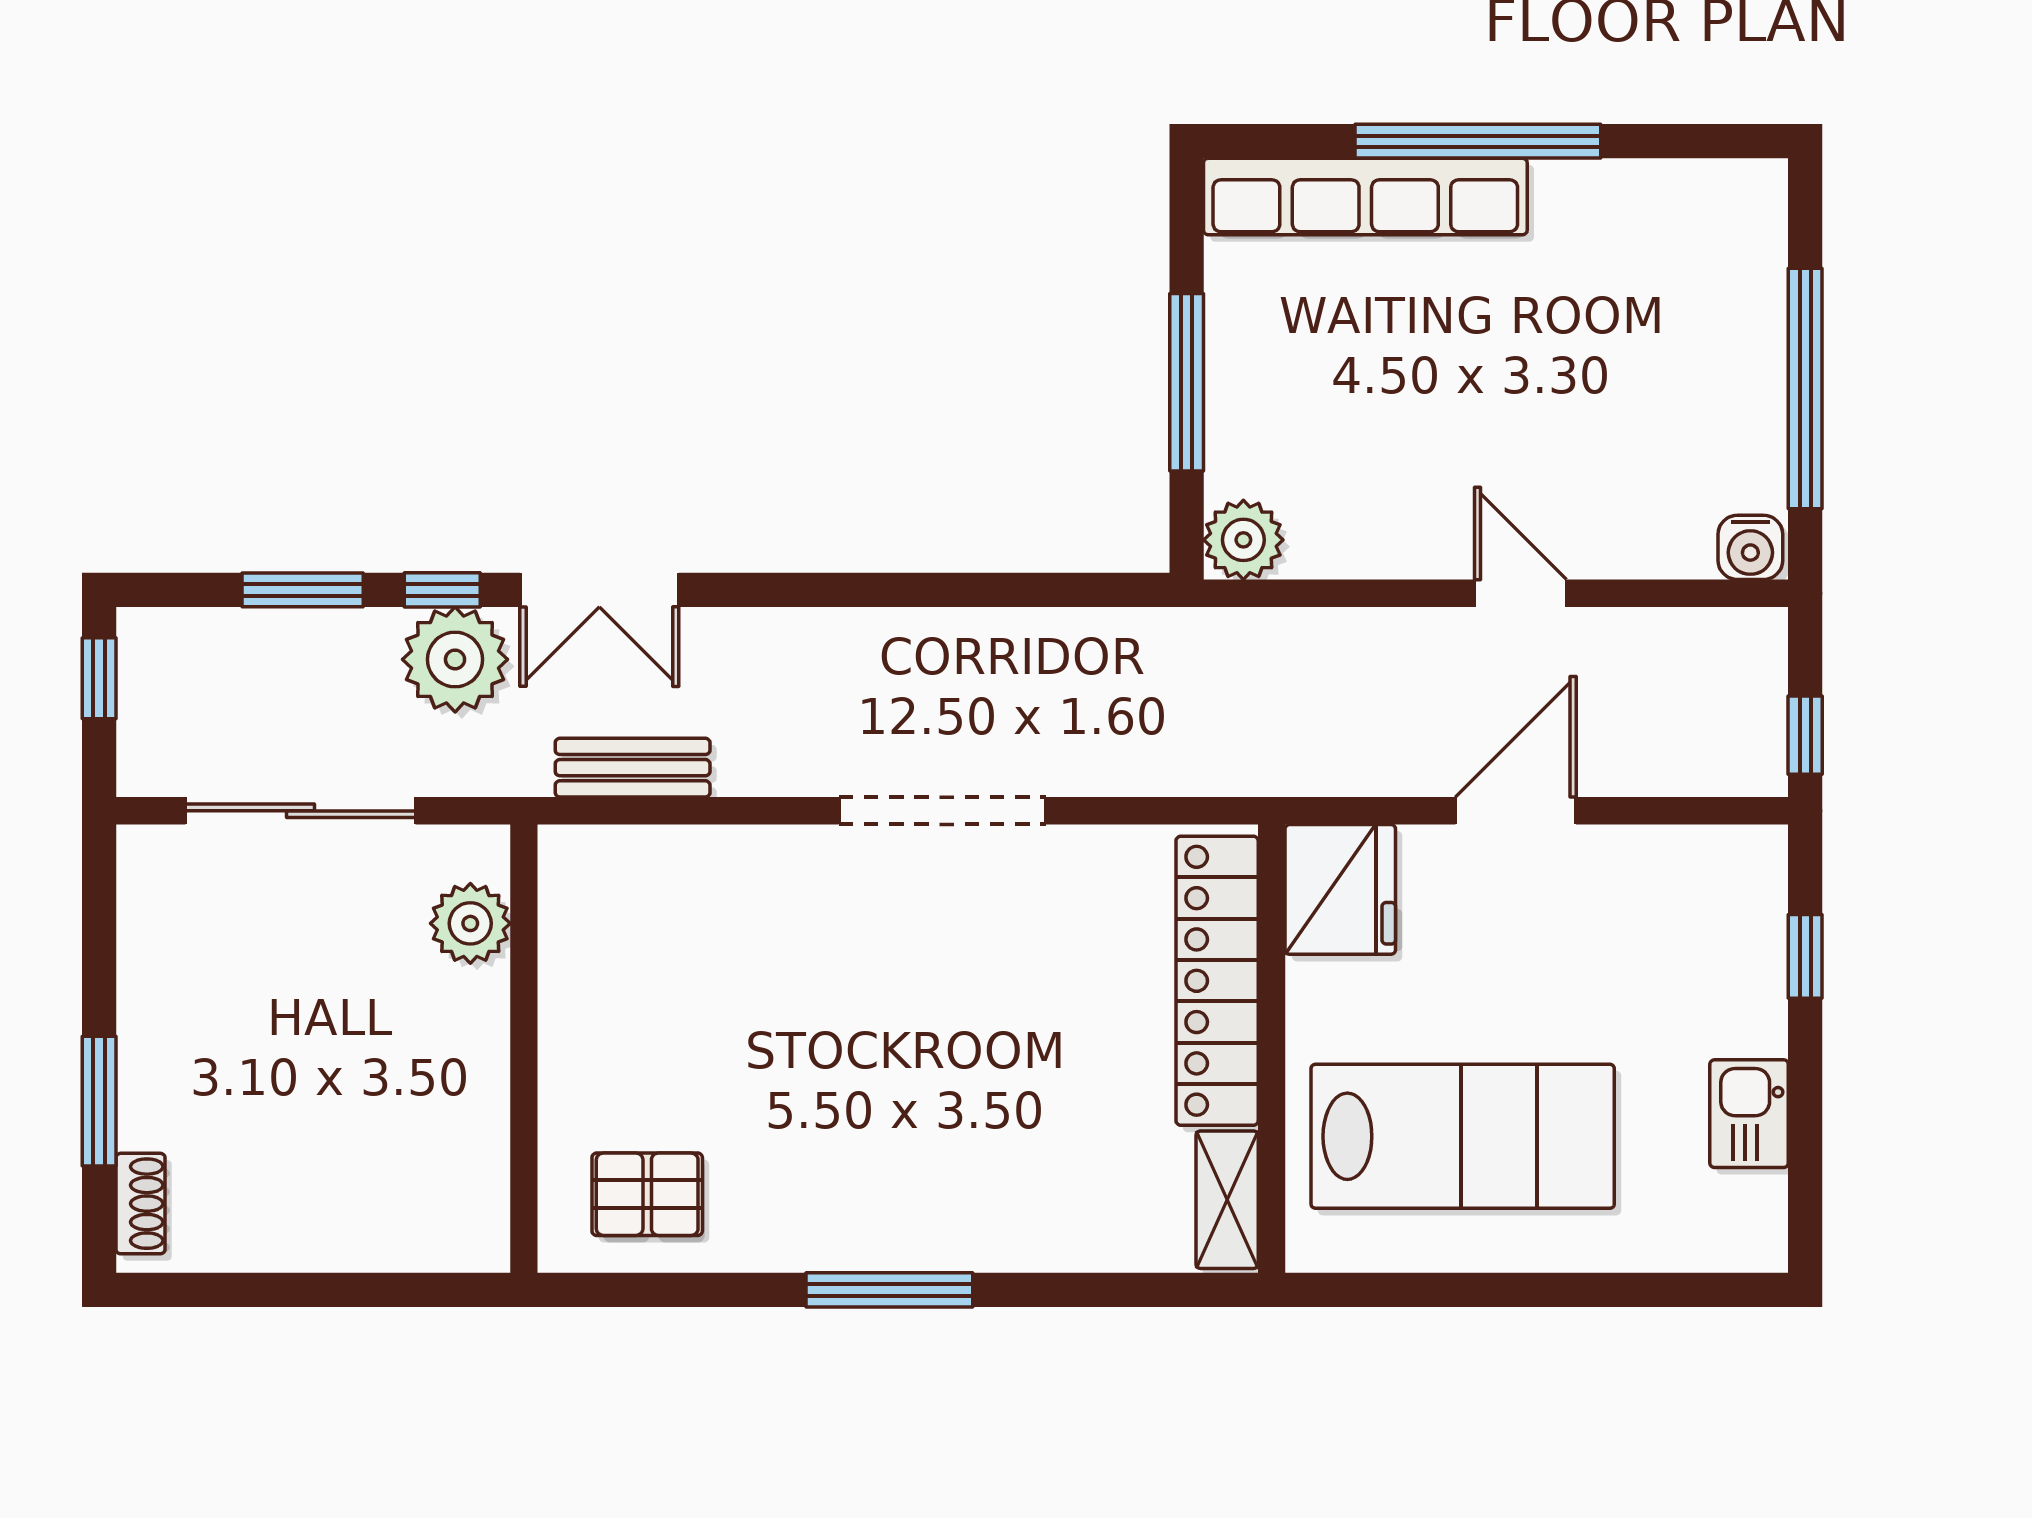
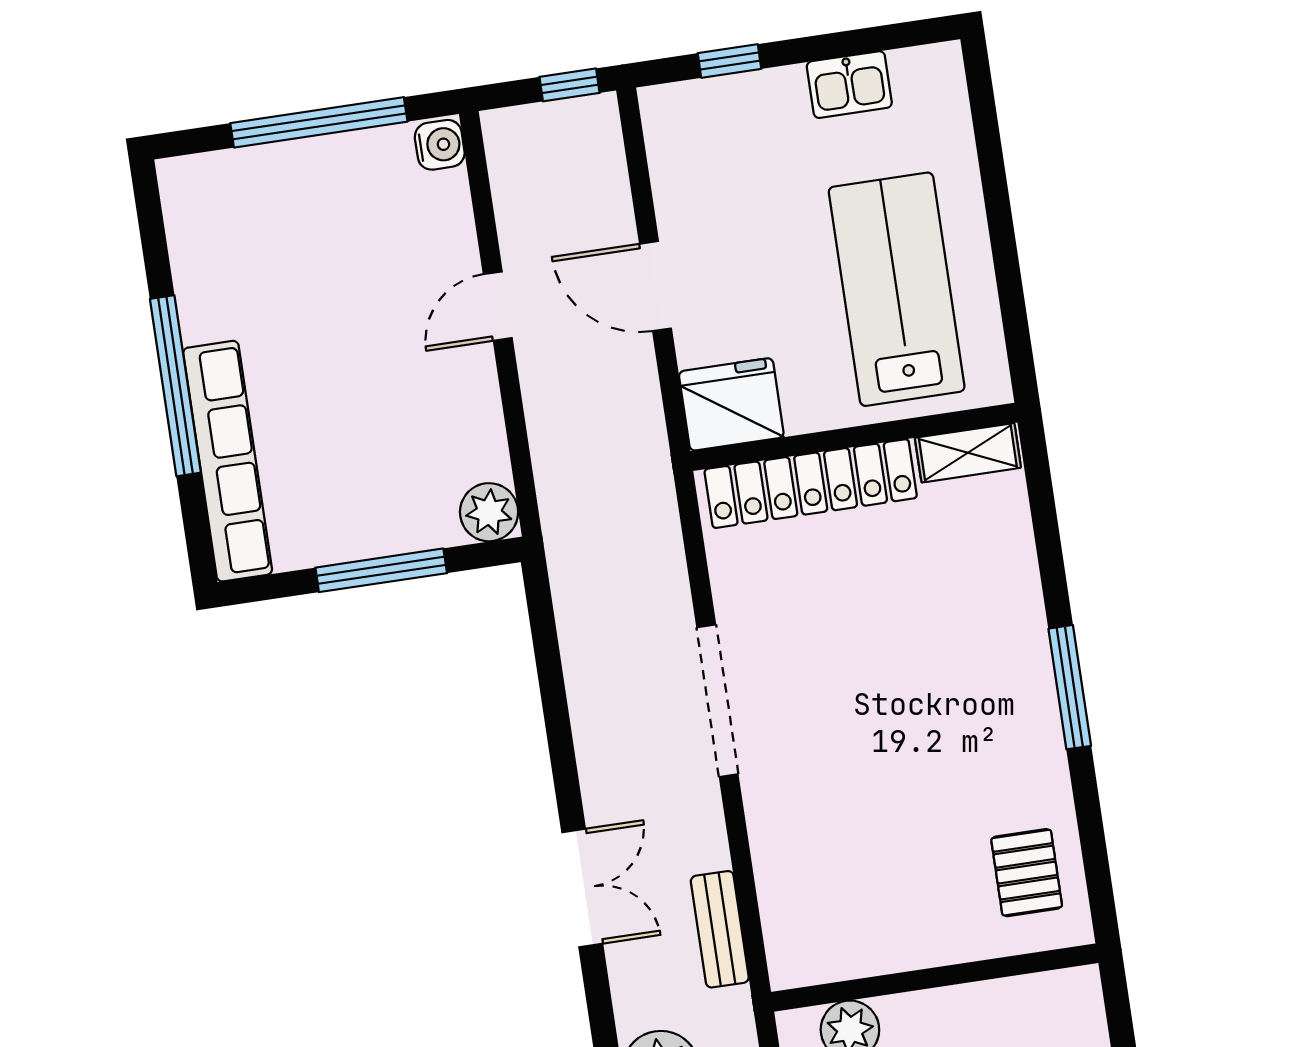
double door: (599, 590) -> (582, 888), moved

